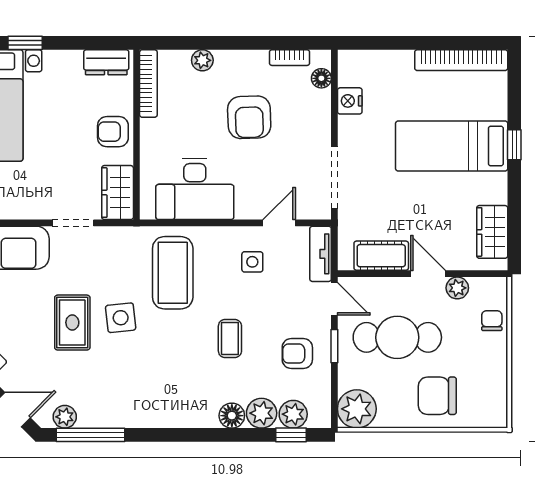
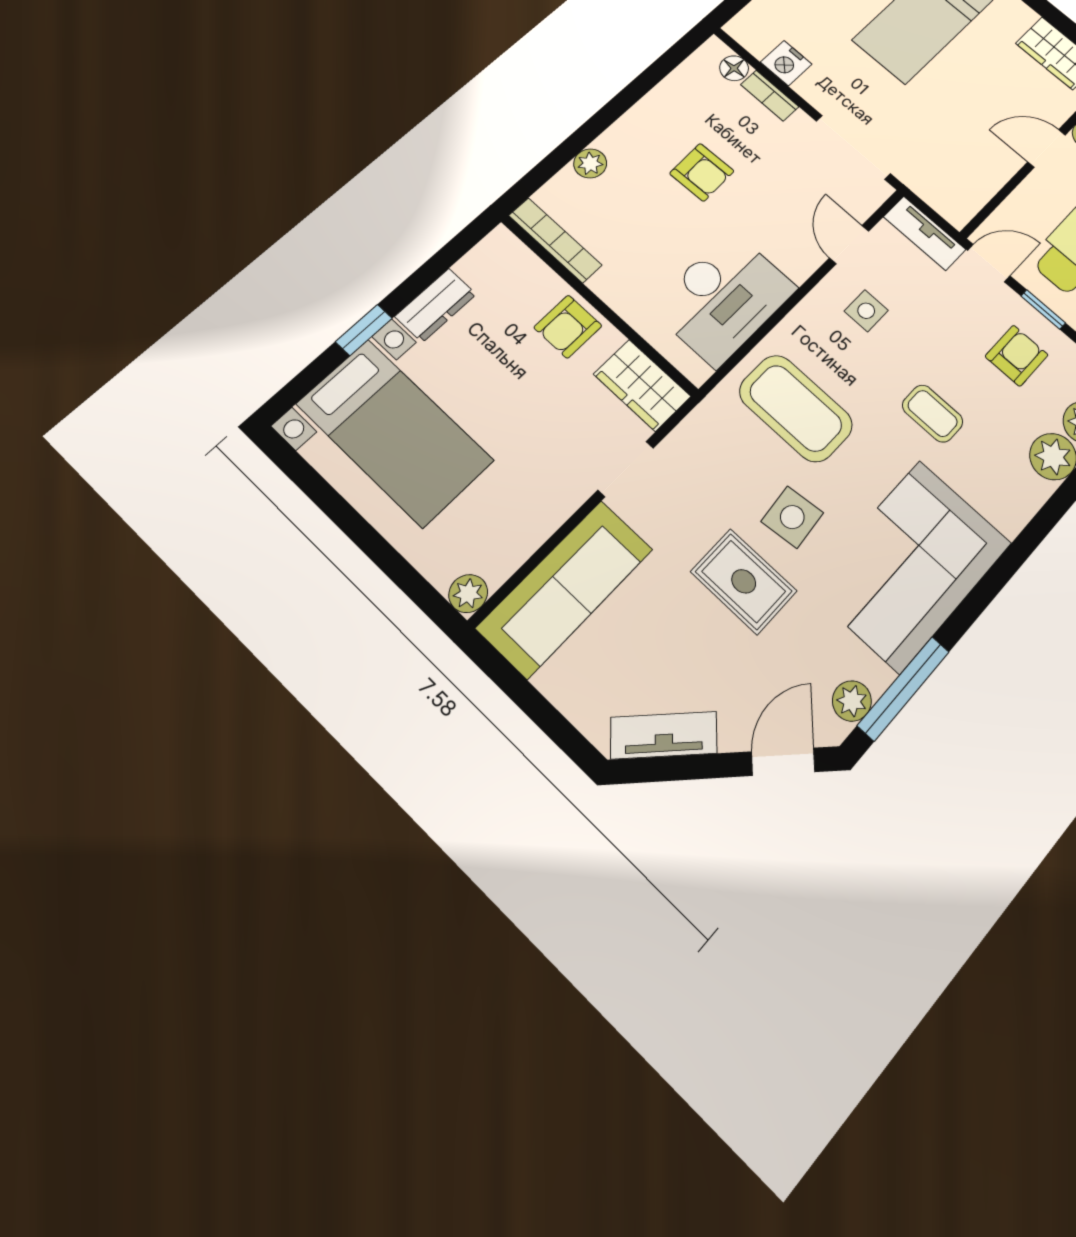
bookcase: (289, 58) -> (770, 96), moved, turned 90
dresser: (106, 62) -> (436, 305), moved
armchair: (249, 117) -> (702, 172), width x0.72, depth x0.72
cot: (381, 256) -> (984, 176), removed
armchair: (297, 354) -> (1017, 356), turned 180
corner sofa: (148, 390) -> (910, 565), added
floor lamp: (232, 416) -> (1027, 493), removed

